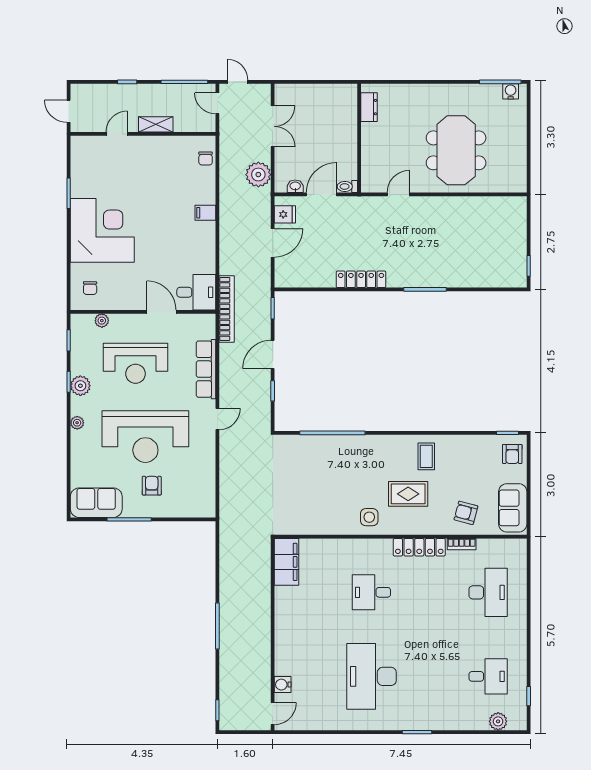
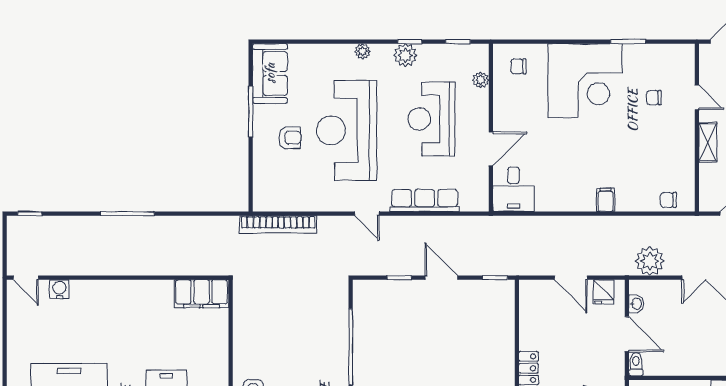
chair: (117, 171) -> (654, 98), added
bookcase: (227, 309) -> (278, 224), moved

